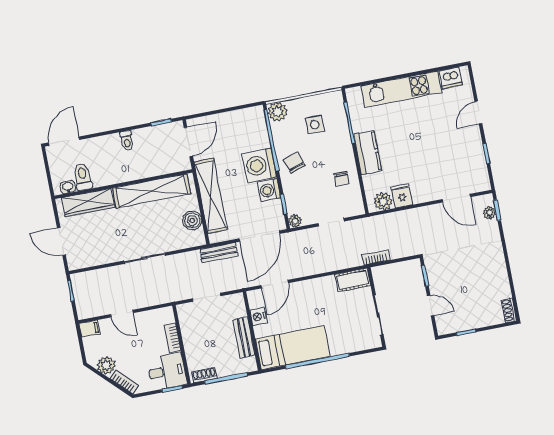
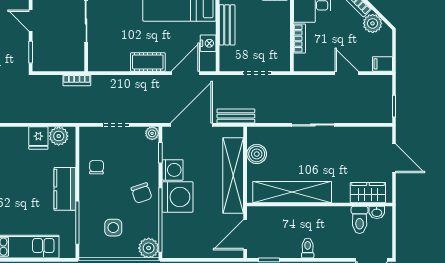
wardrobe: (88, 203) -> (368, 193), width x0.67
cot: (353, 280) -> (148, 62), moved

